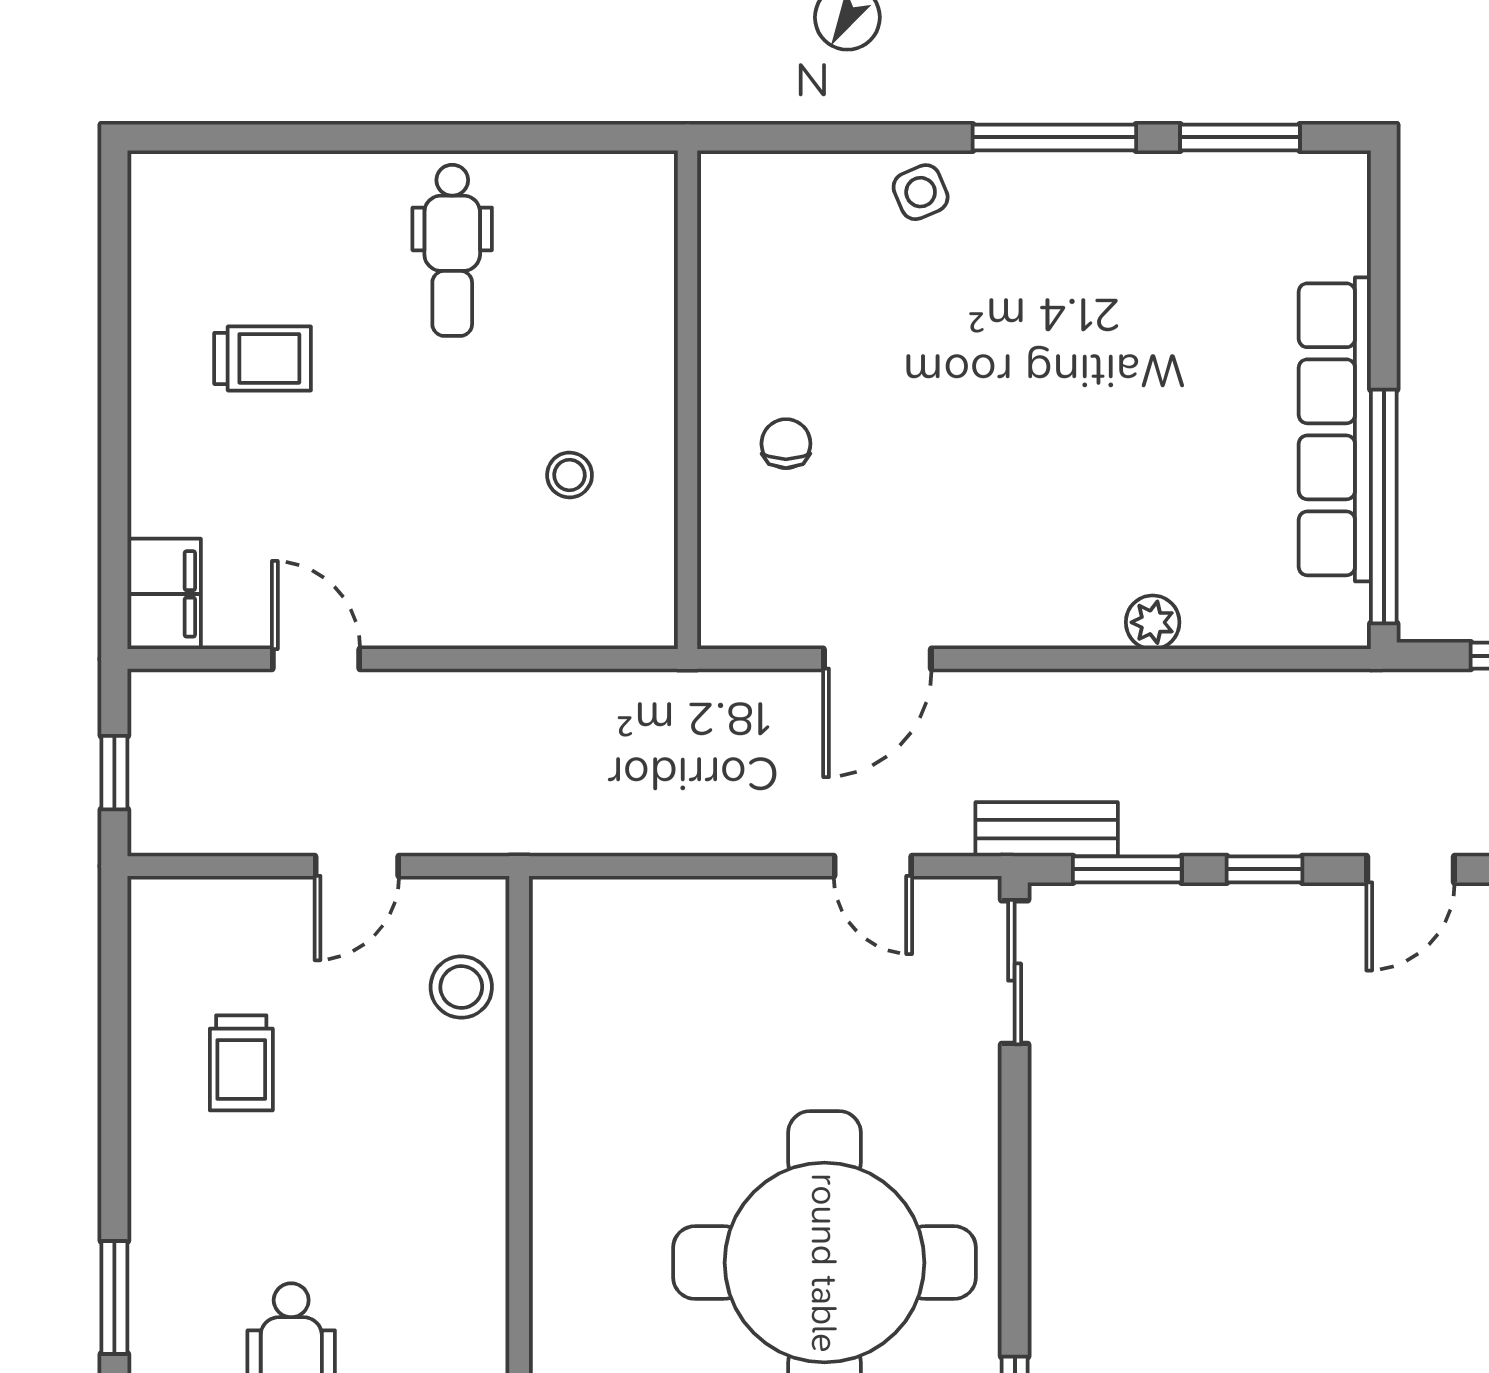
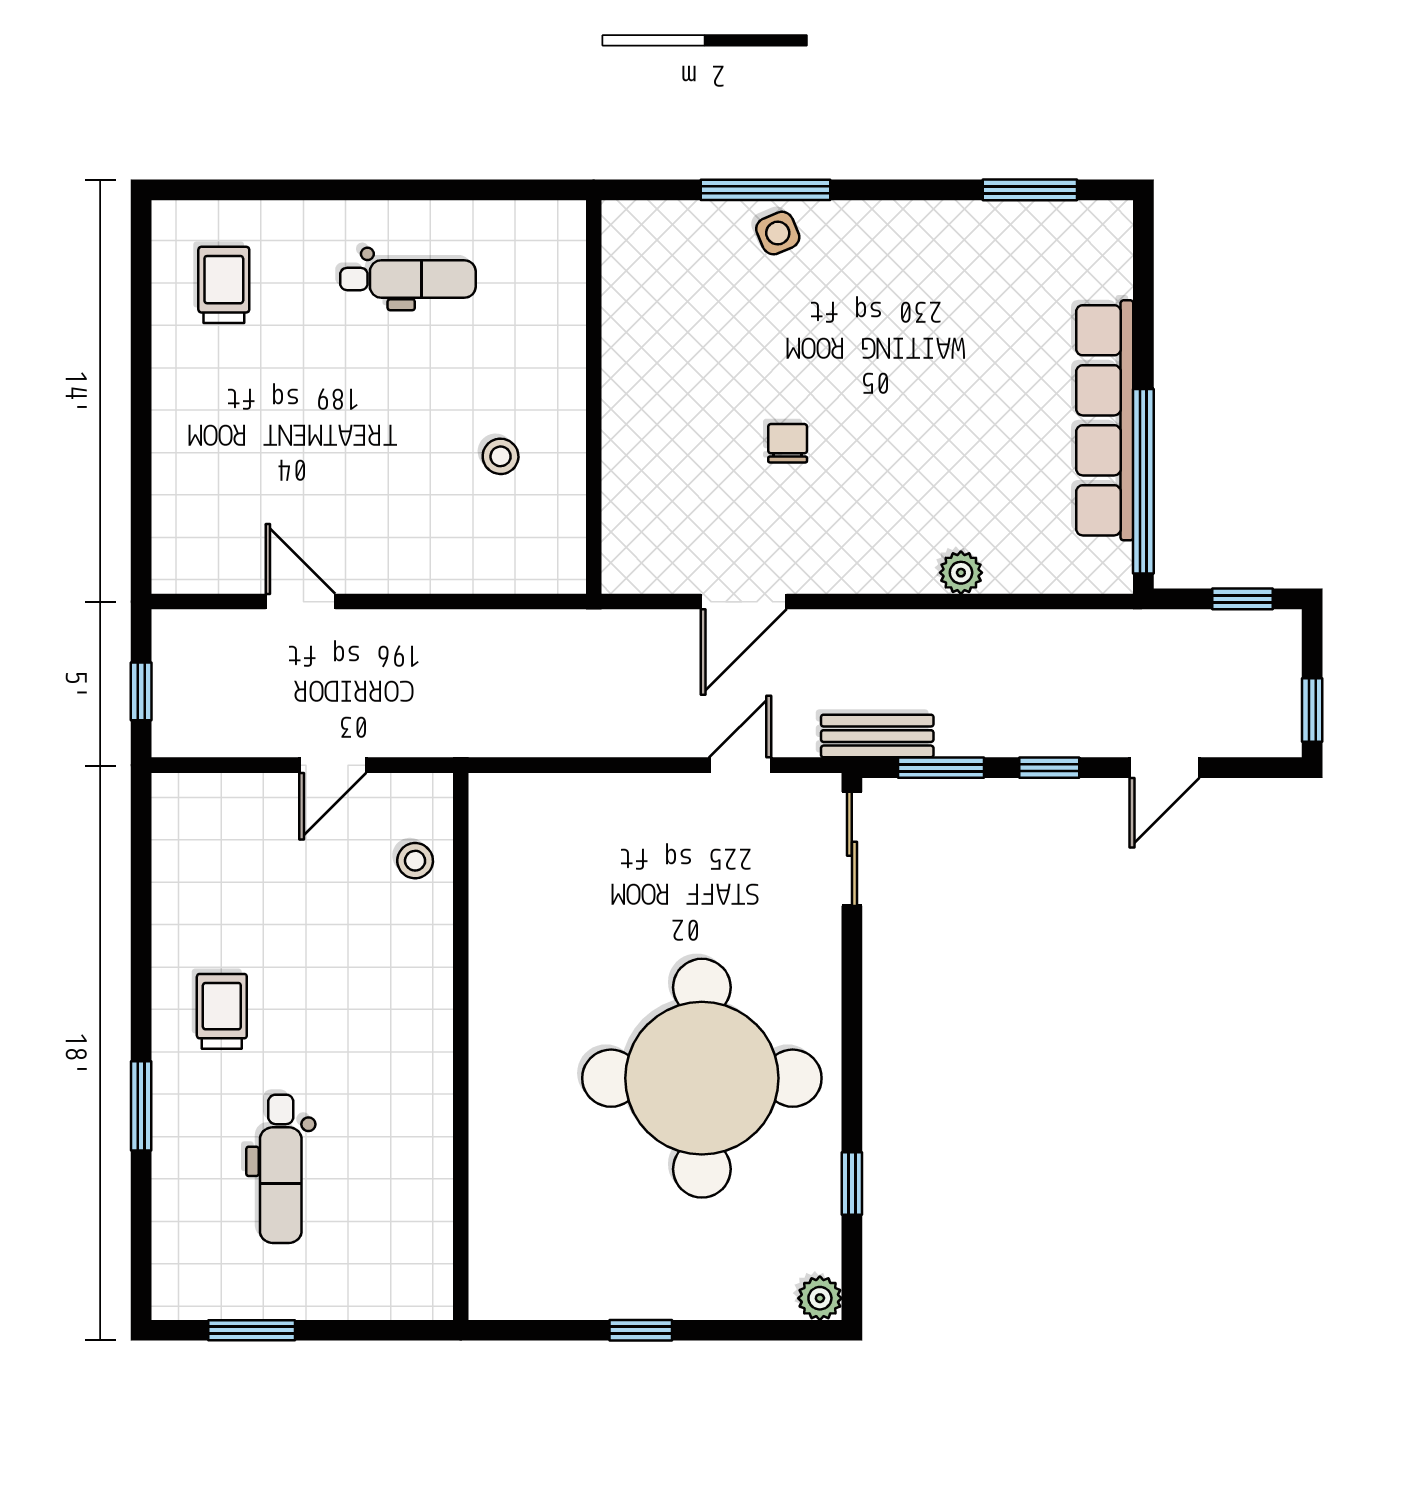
window: (1054, 137) -> (765, 190), moved
dental chair: (452, 250) -> (408, 279), turned -90
trolley: (263, 358) -> (224, 285), moved, turned -90
chair: (786, 444) -> (788, 443), moved
filing cabinet: (164, 594) -> (180, 550), removed
door: (873, 866) -> (740, 765), swing flipped
stool: (461, 987) -> (415, 861), width x0.73, depth x0.73
trolley: (241, 1063) -> (222, 1011), moved, turned 180

